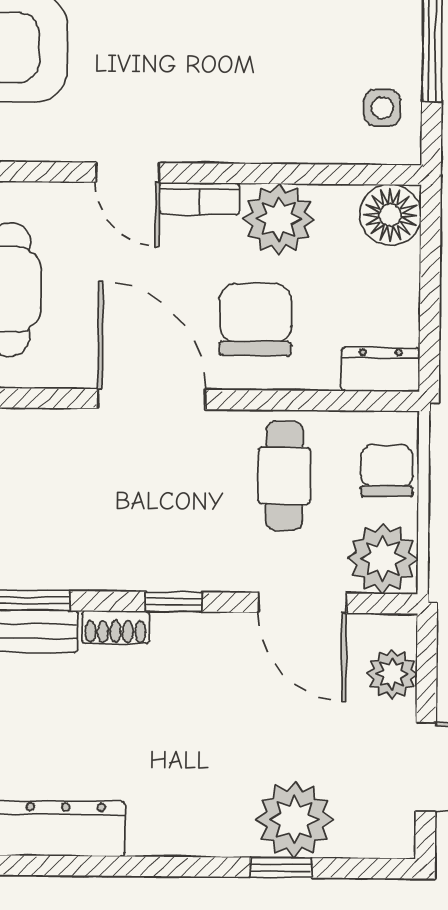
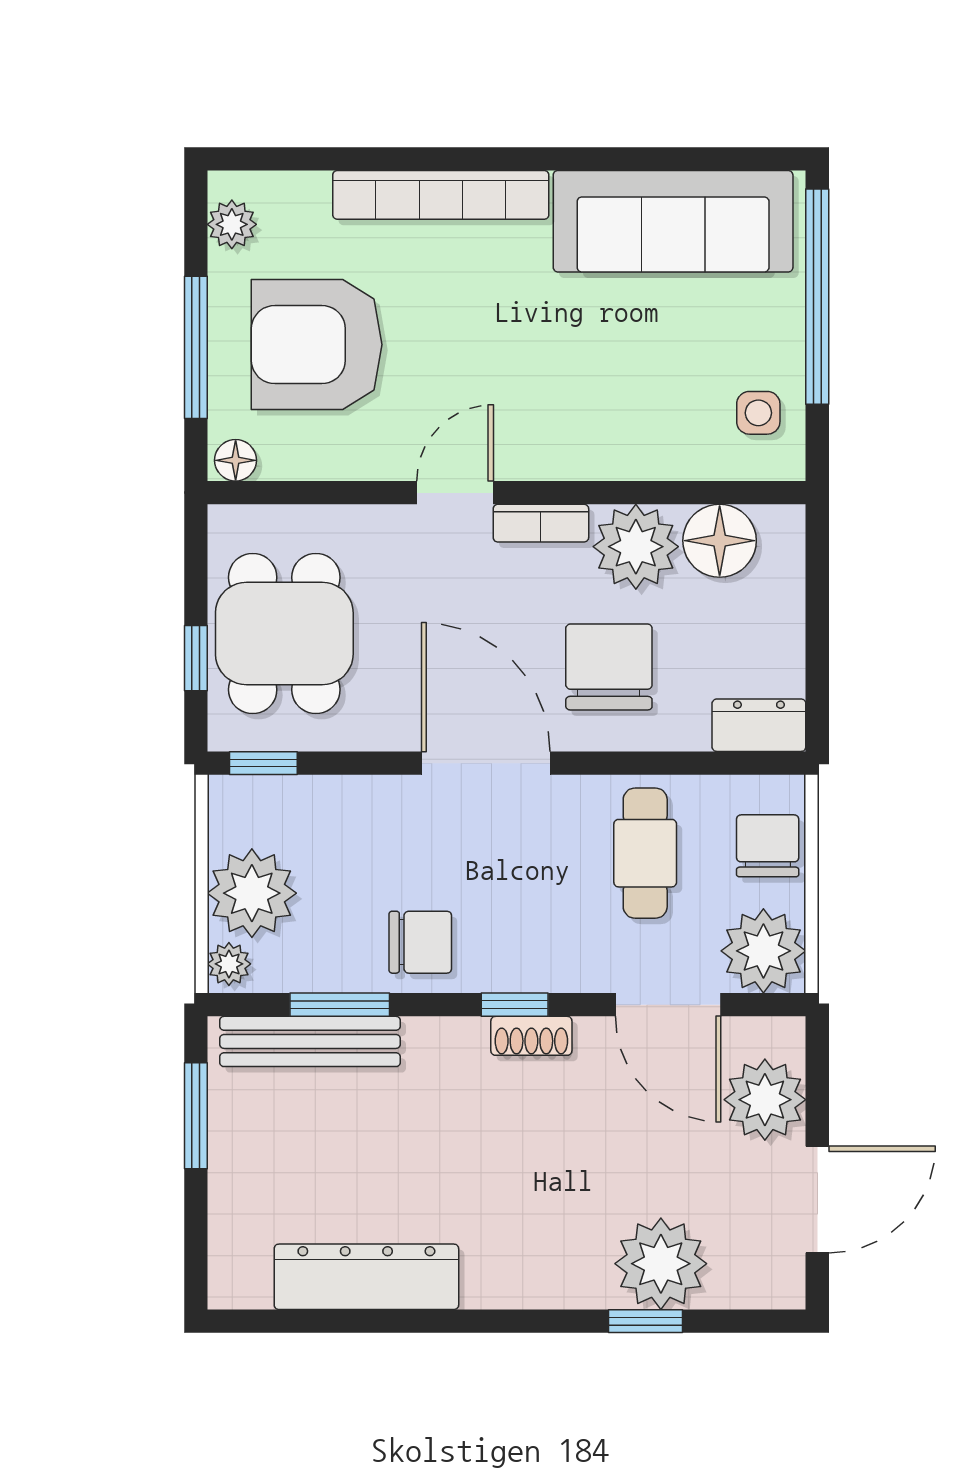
door: (128, 172) -> (455, 493), swing flipped
floor lamp: (390, 215) -> (720, 541), moved
chair: (95, 549) -> (420, 942), added
shoe rack: (116, 627) -> (531, 1036), moved
plant: (392, 674) -> (765, 1100), width x1.36, depth x1.36

